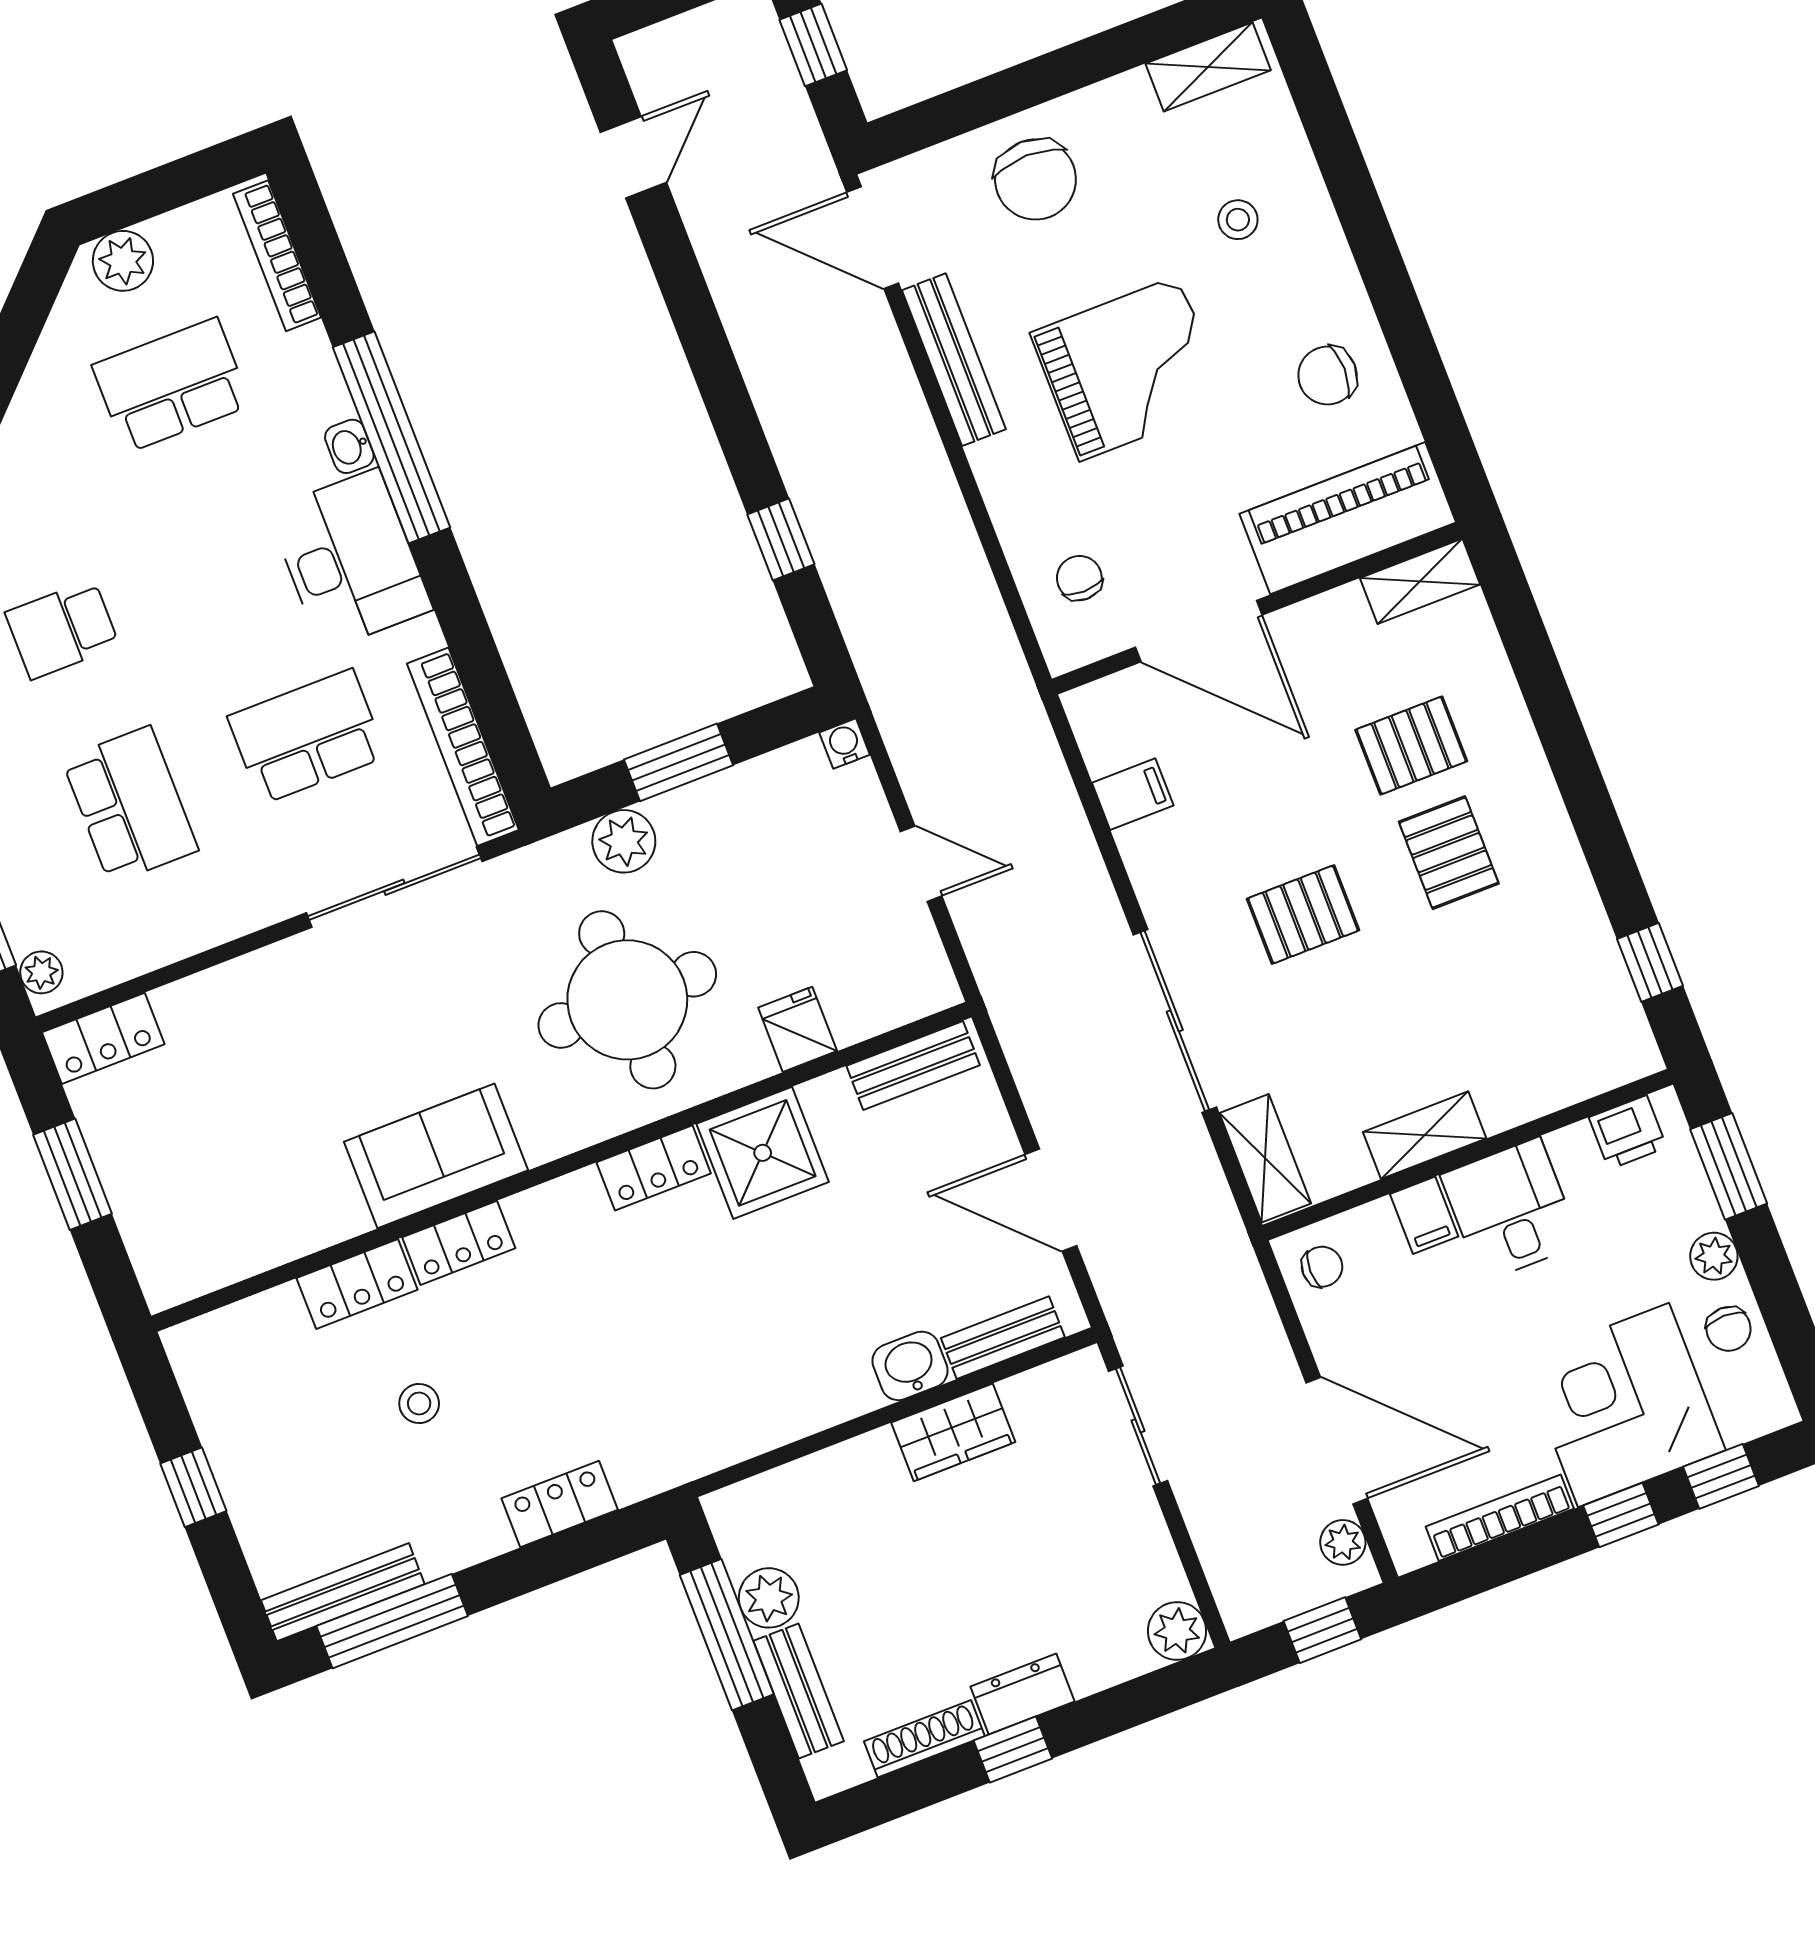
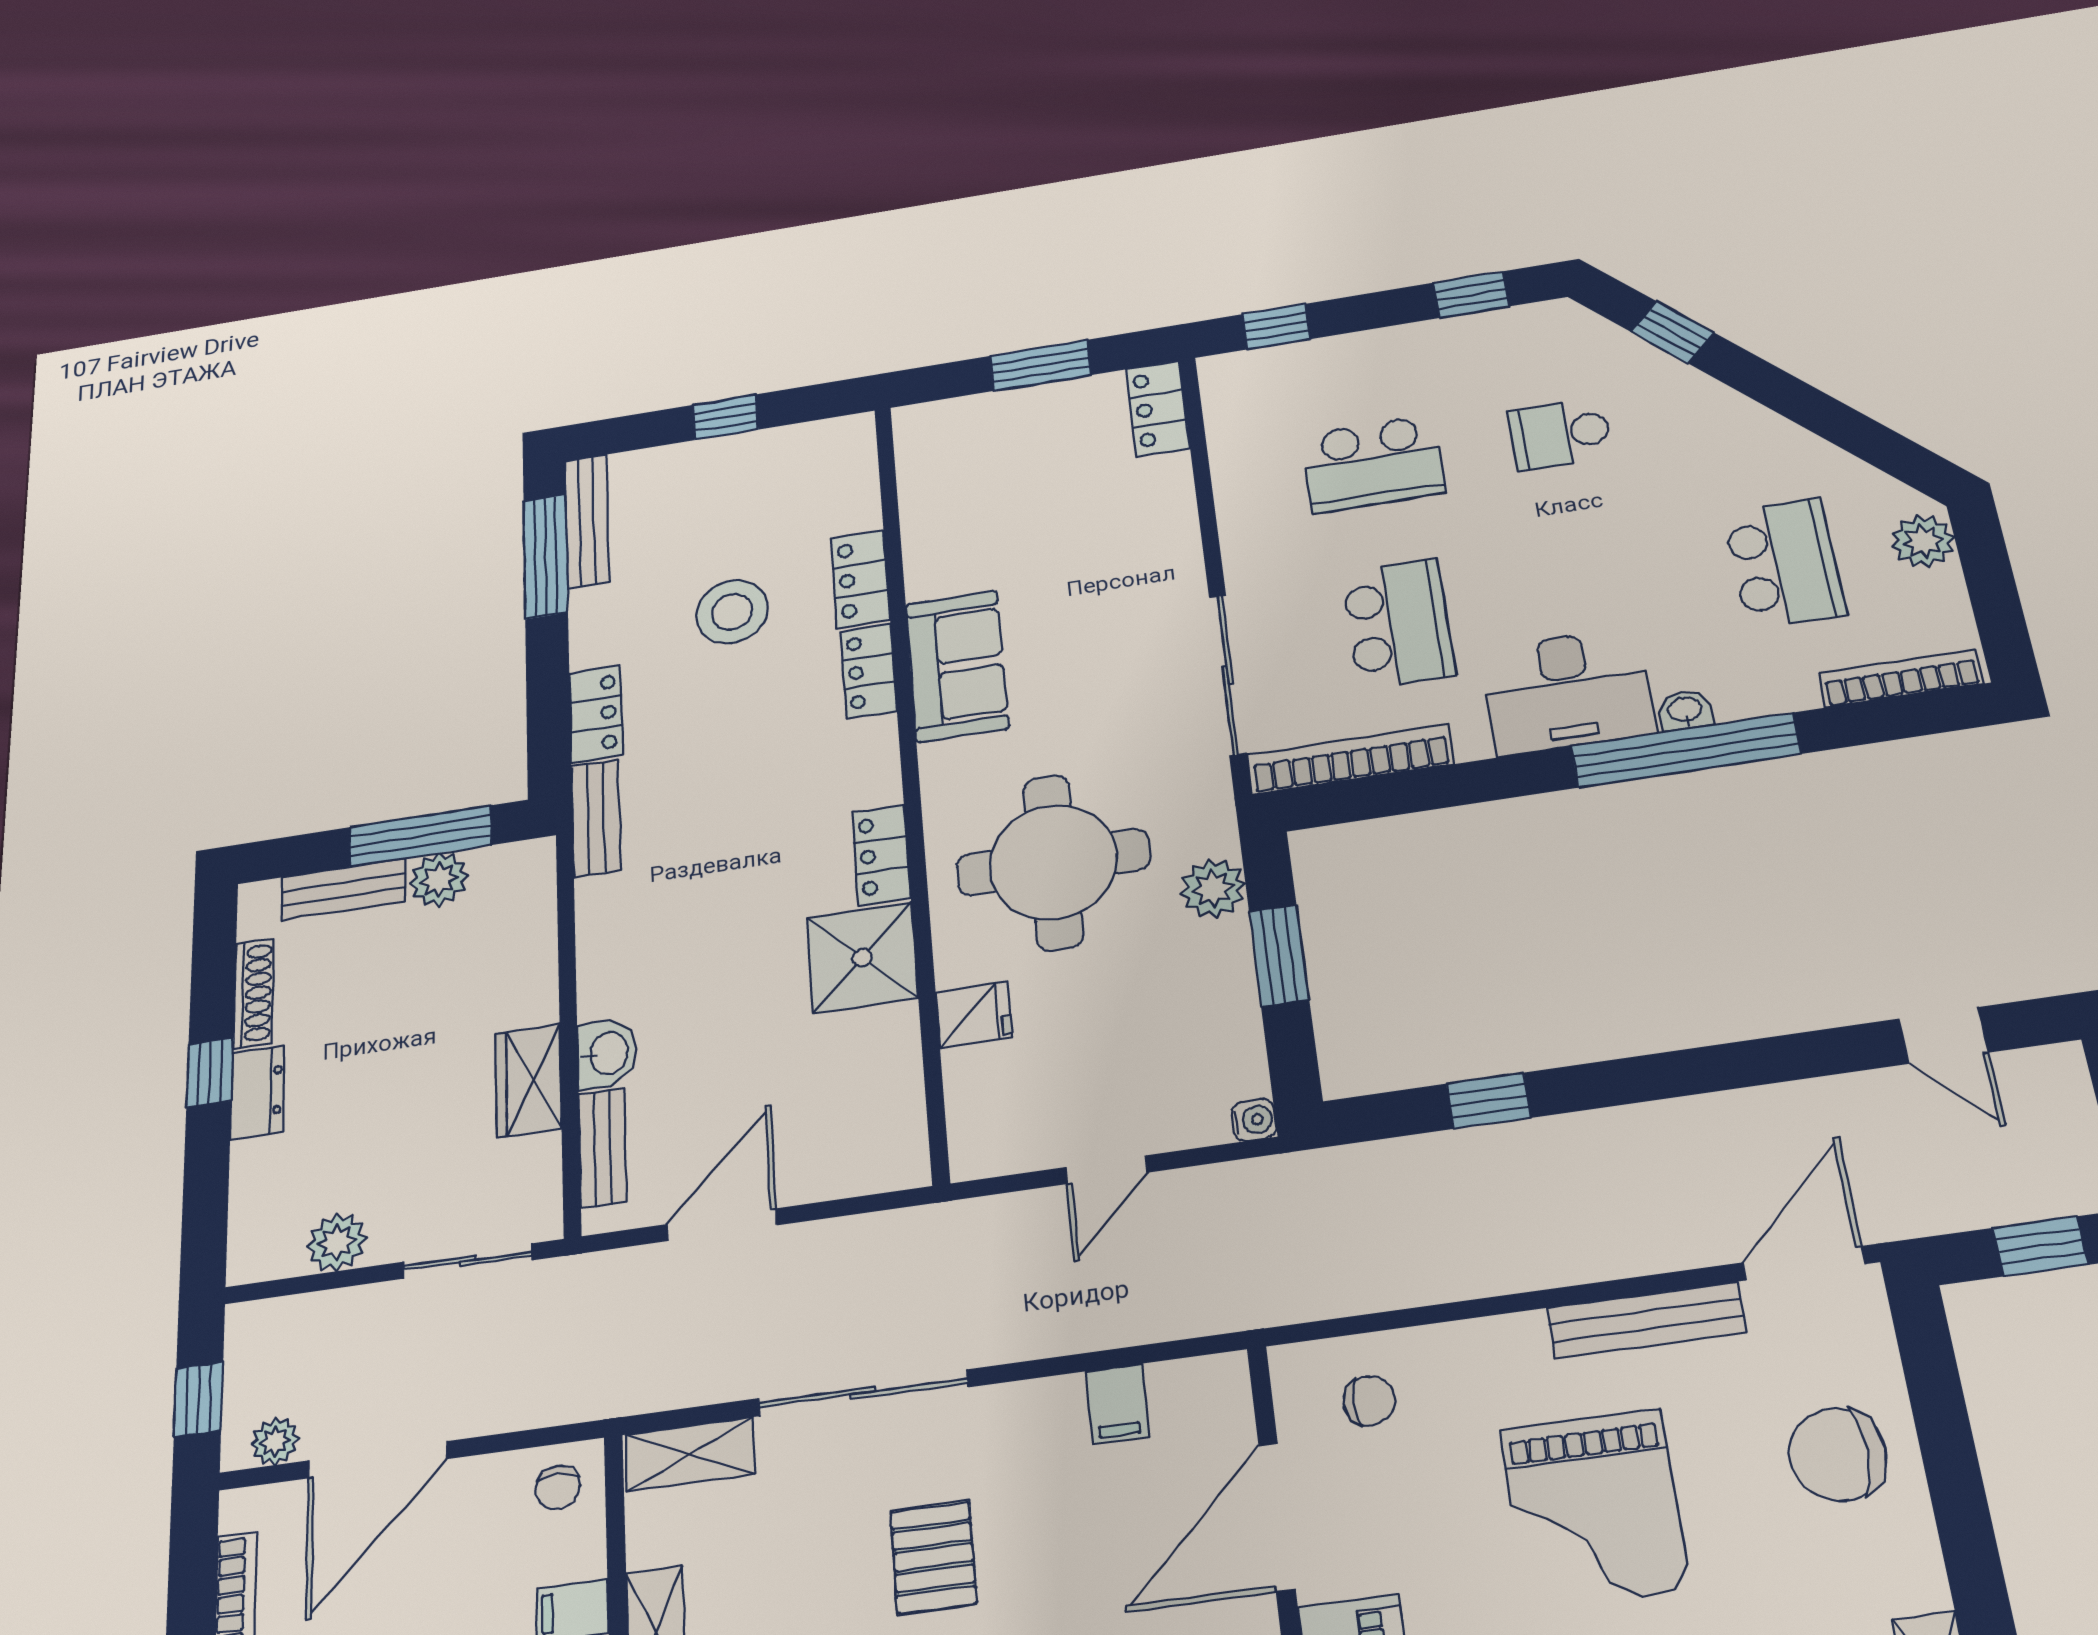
school desk: (62, 629) -> (1560, 434), turned -90
plant: (41, 972) -> (1235, 368), removed
bench: (913, 1065) -> (596, 818), moved
stool: (419, 1403) -> (732, 612), width x1.89, depth x1.89
plant: (1177, 1631) -> (337, 1242), moved

